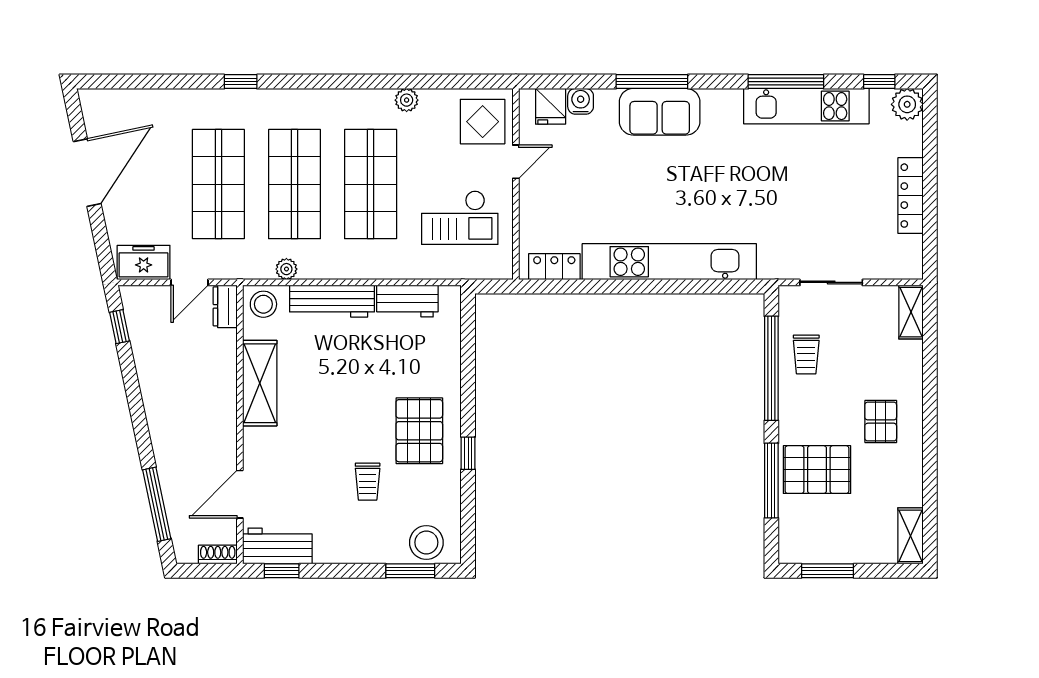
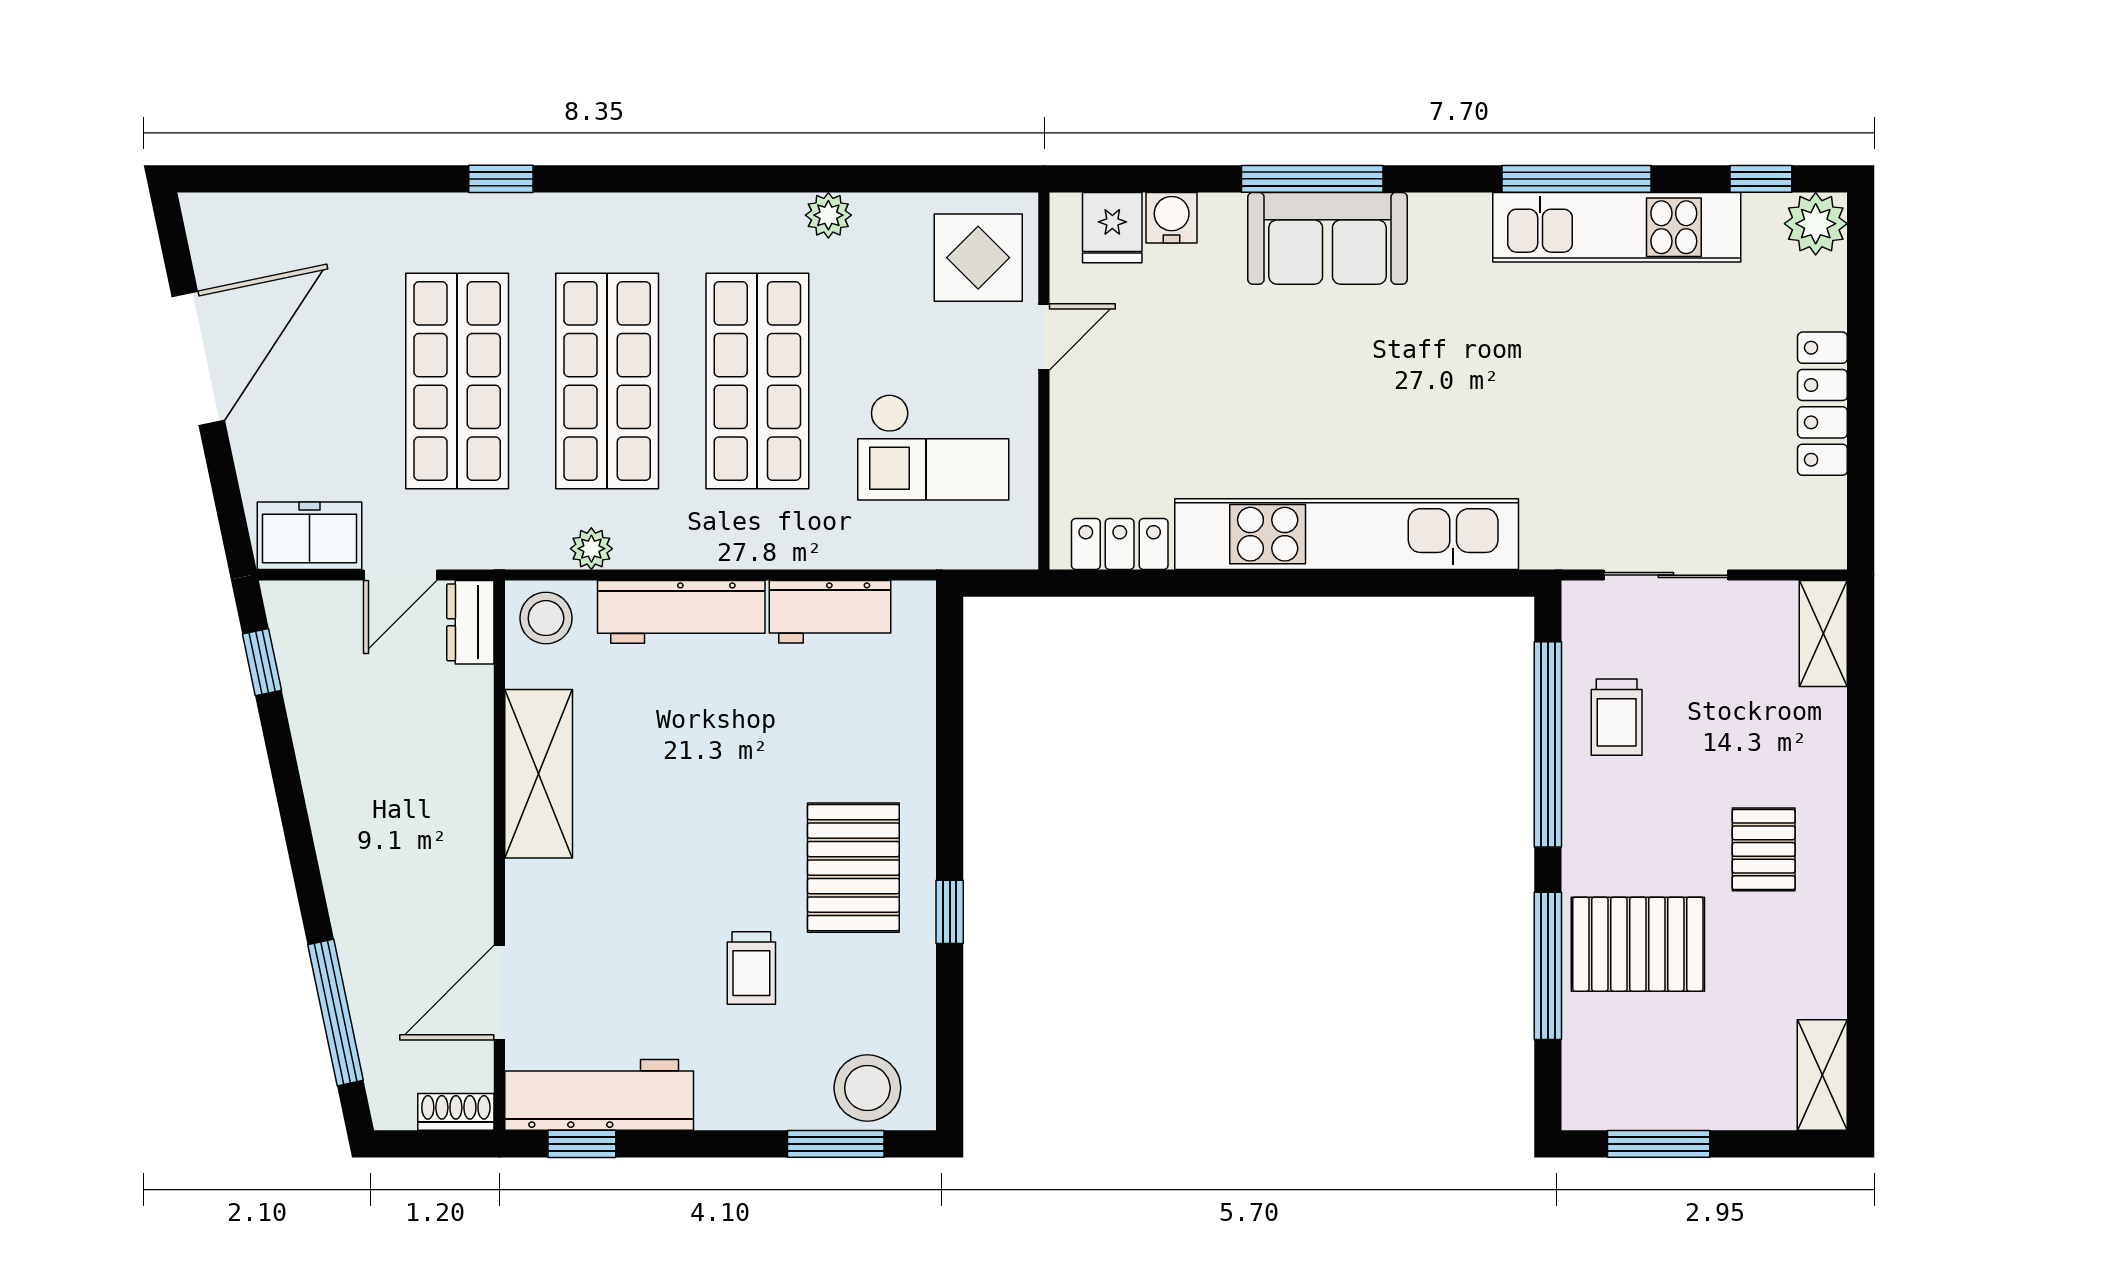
workbench: (277, 546) -> (599, 1095), width x1.38

